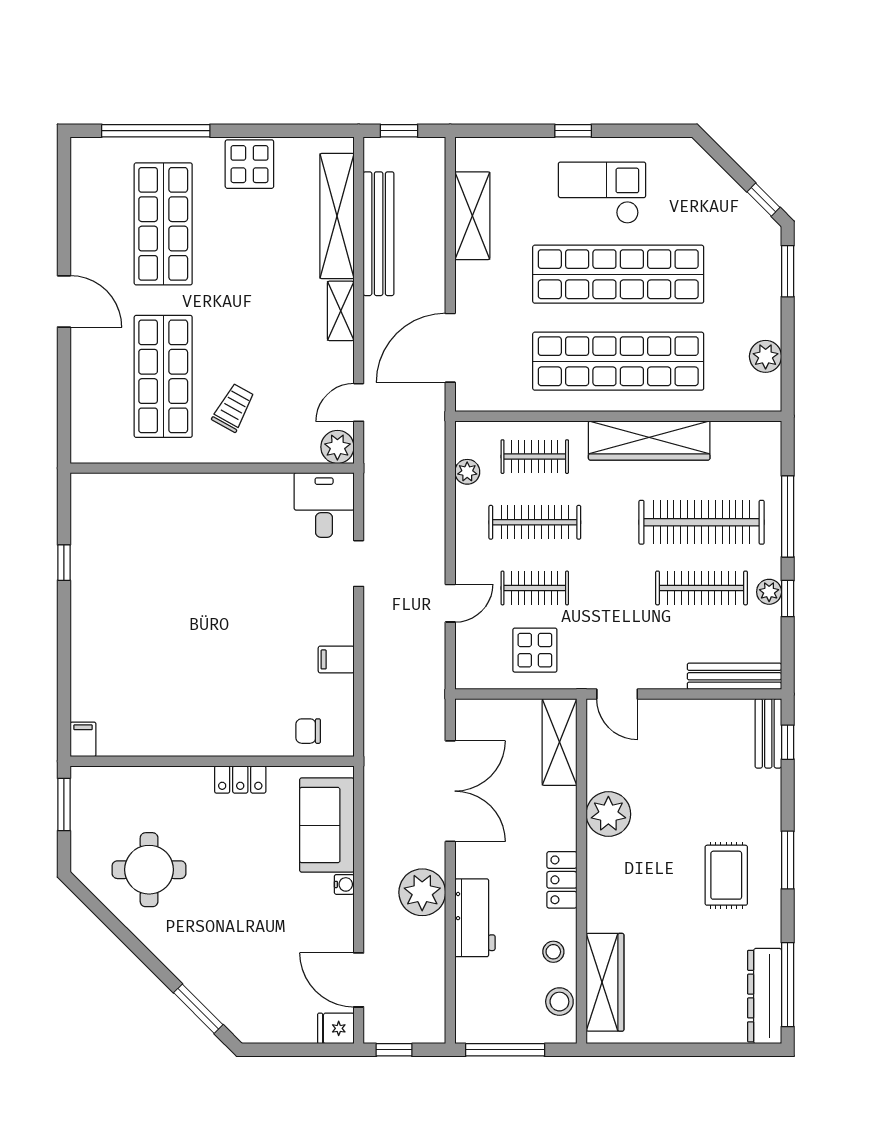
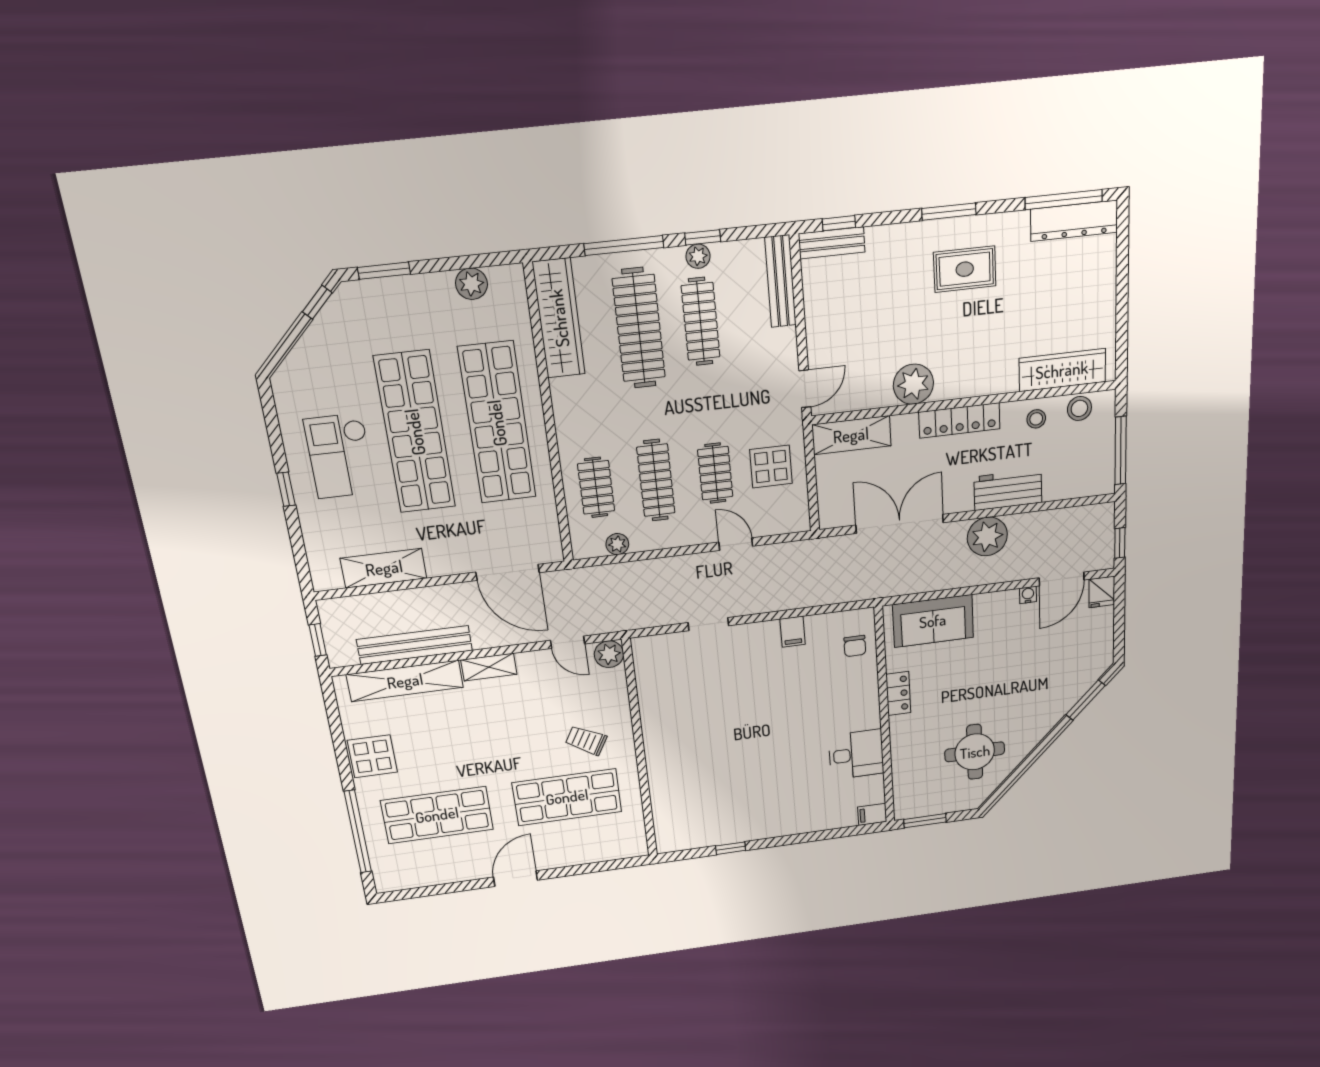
wardrobe: (649, 440) -> (559, 318), moved
desk: (324, 505) -> (856, 754), moved, turned 180
locker: (562, 880) -> (959, 420), width x1.53
water cooler: (344, 884) -> (1028, 595), moved

